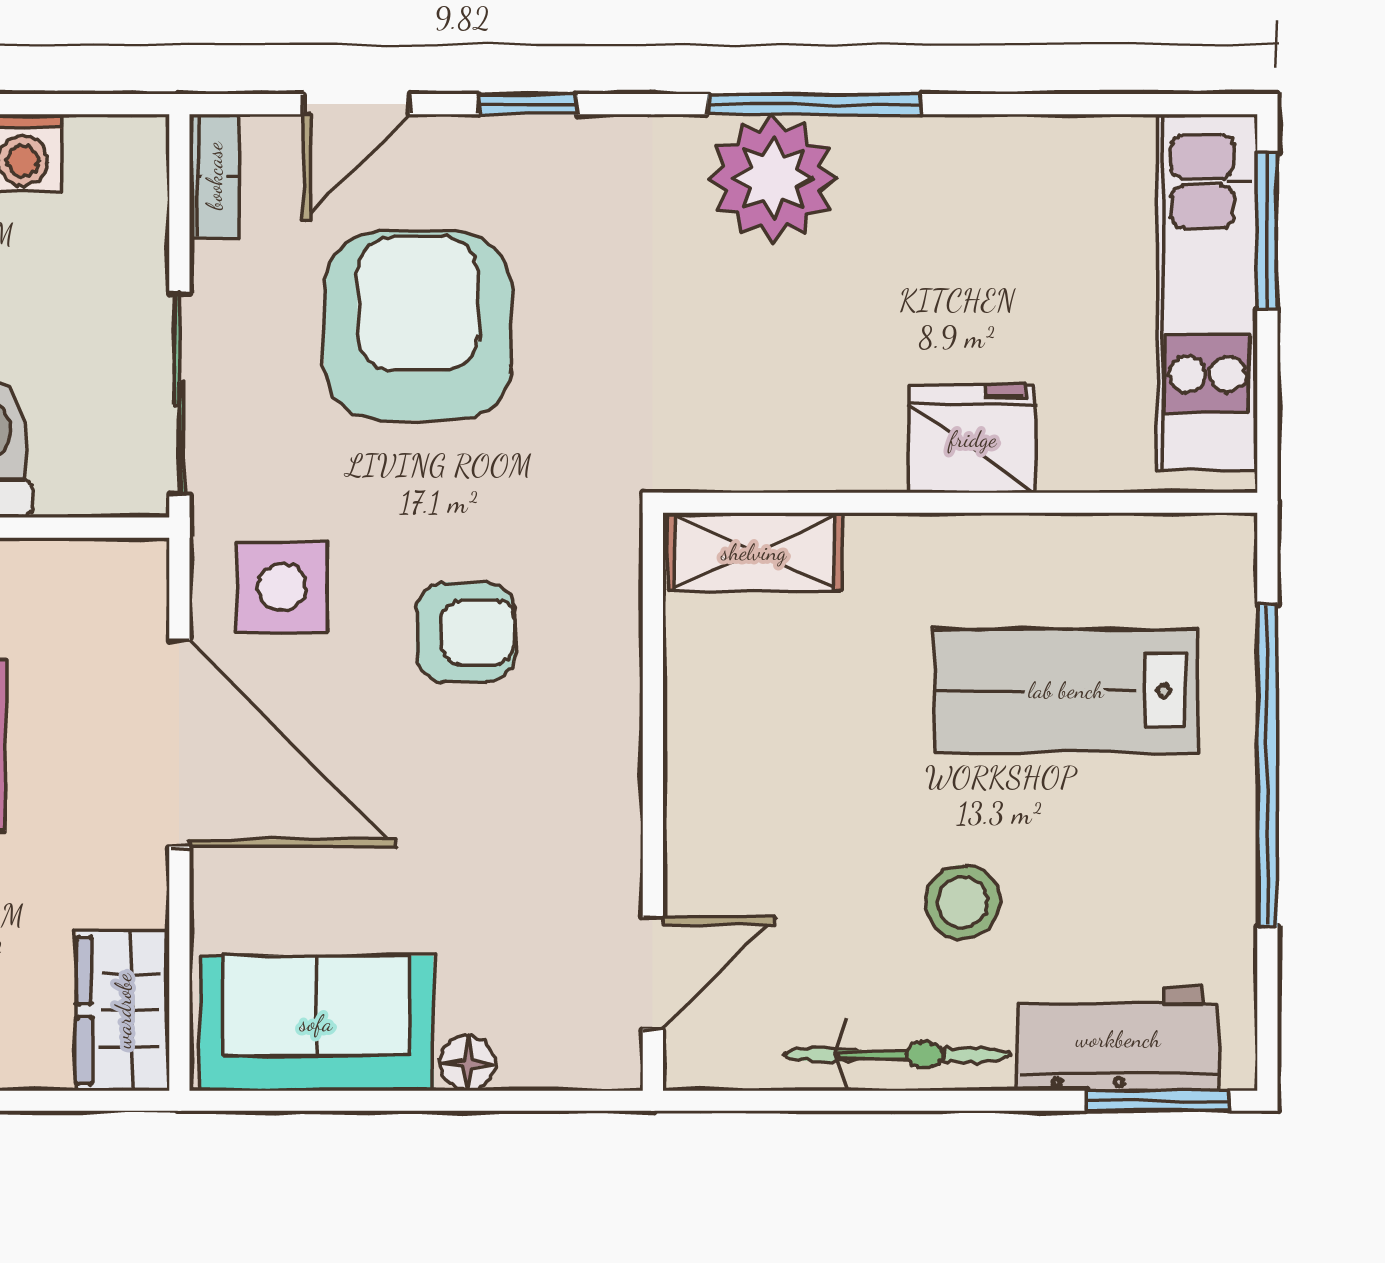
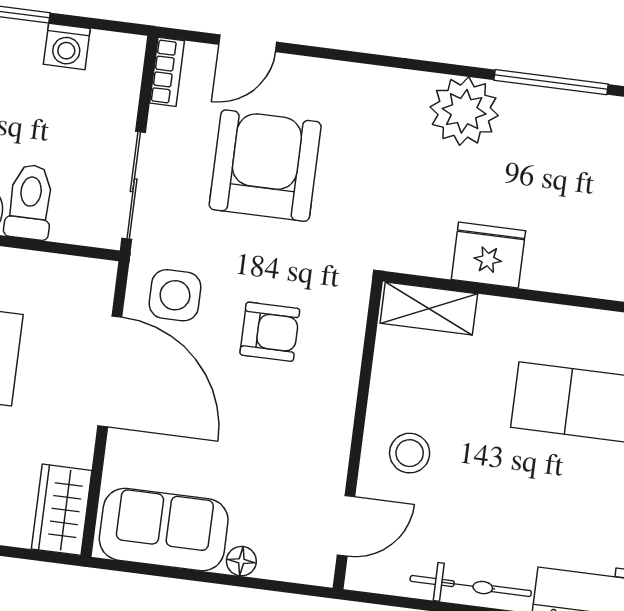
window: (528, 104) -> (339, 55), removed
window: (814, 104) -> (551, 82), moved
fridge: (973, 439) -> (488, 255), moved
stool: (963, 902) -> (410, 453), moved

